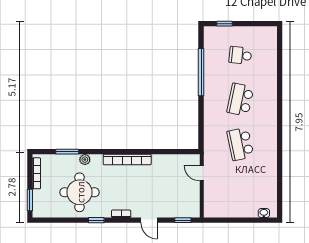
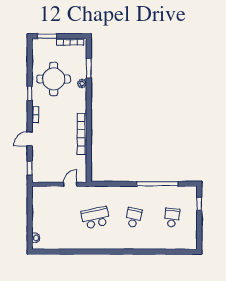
school desk: (240, 100) -> (134, 218), width x0.54
bookcase: (127, 160) -> (82, 134), moved

